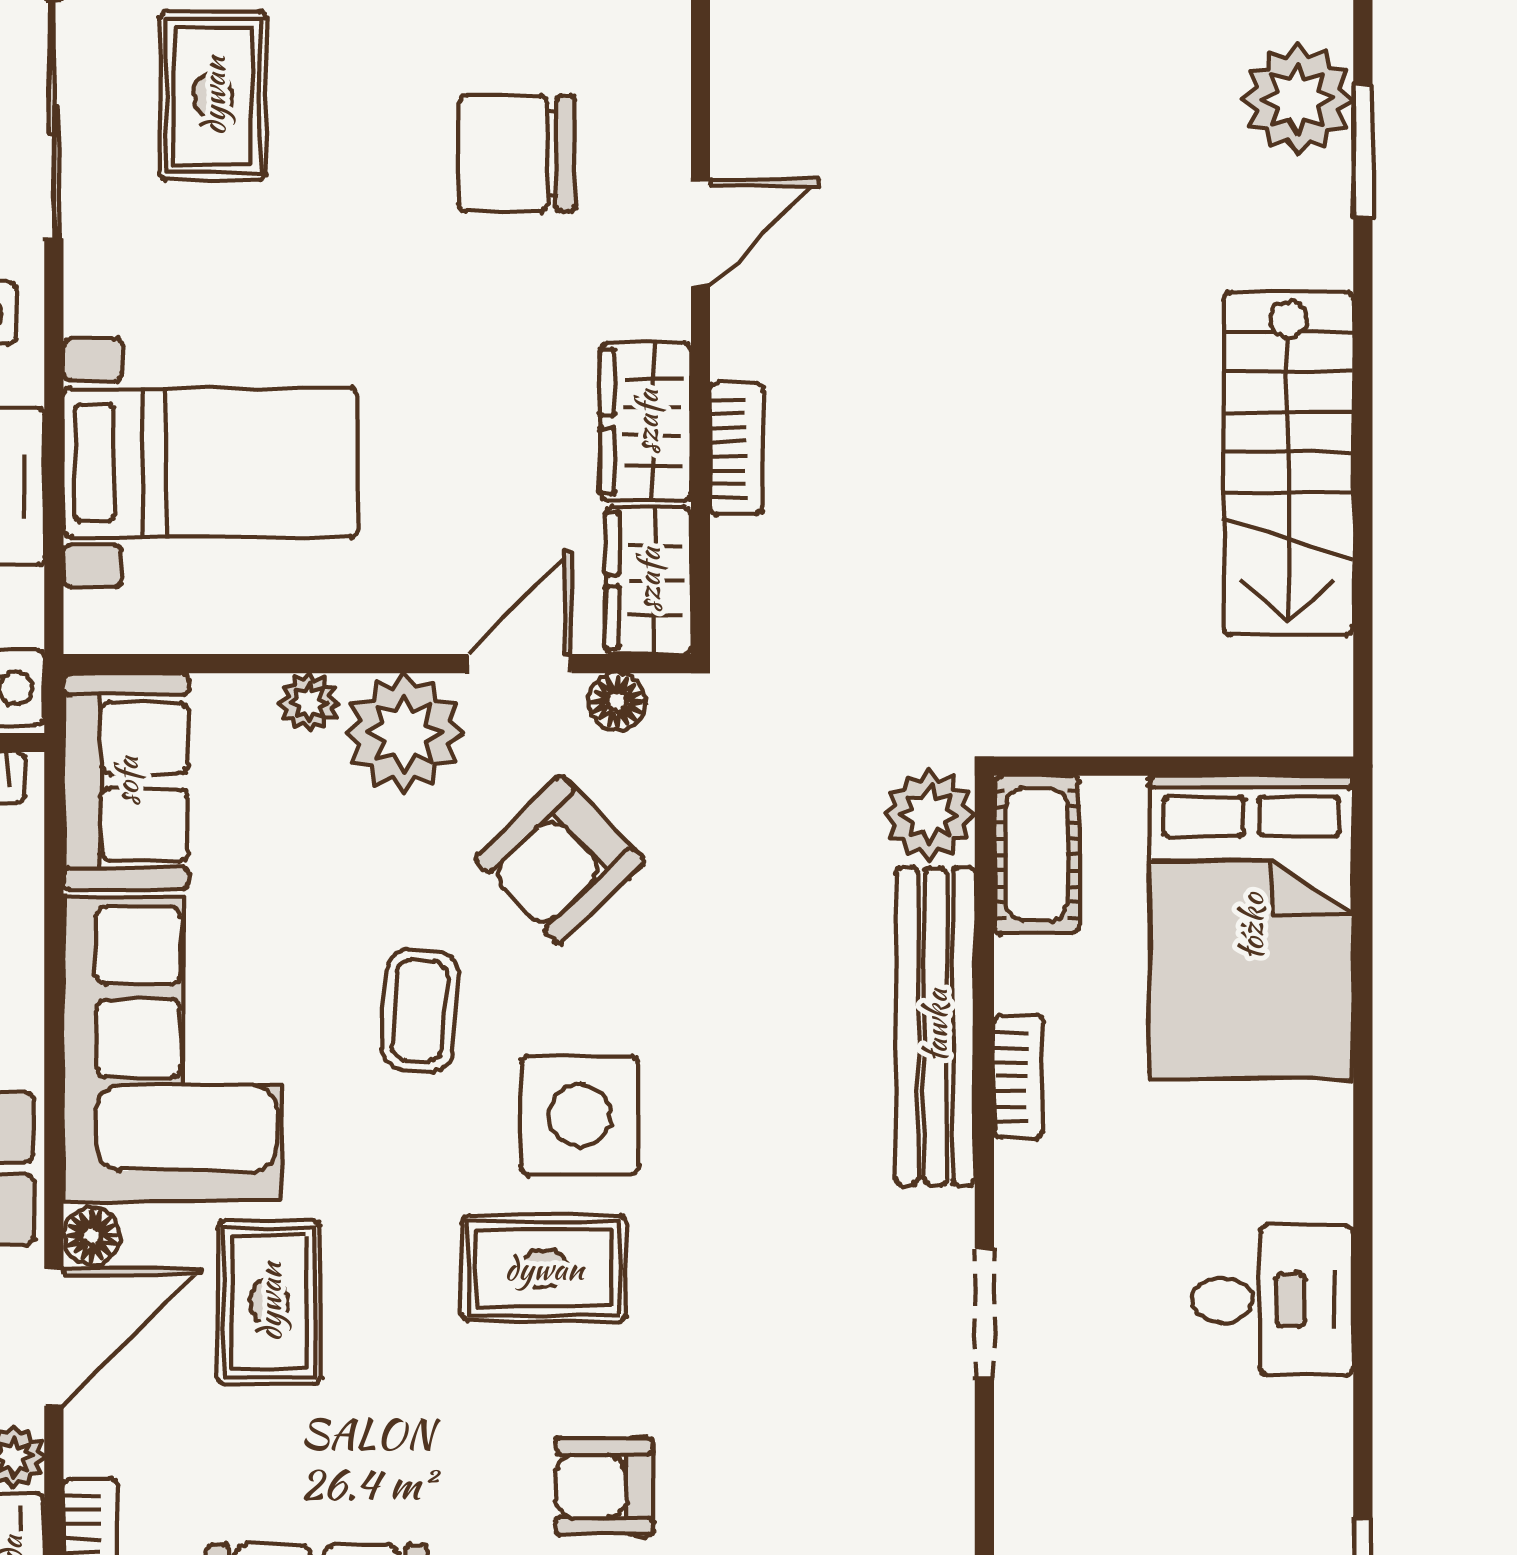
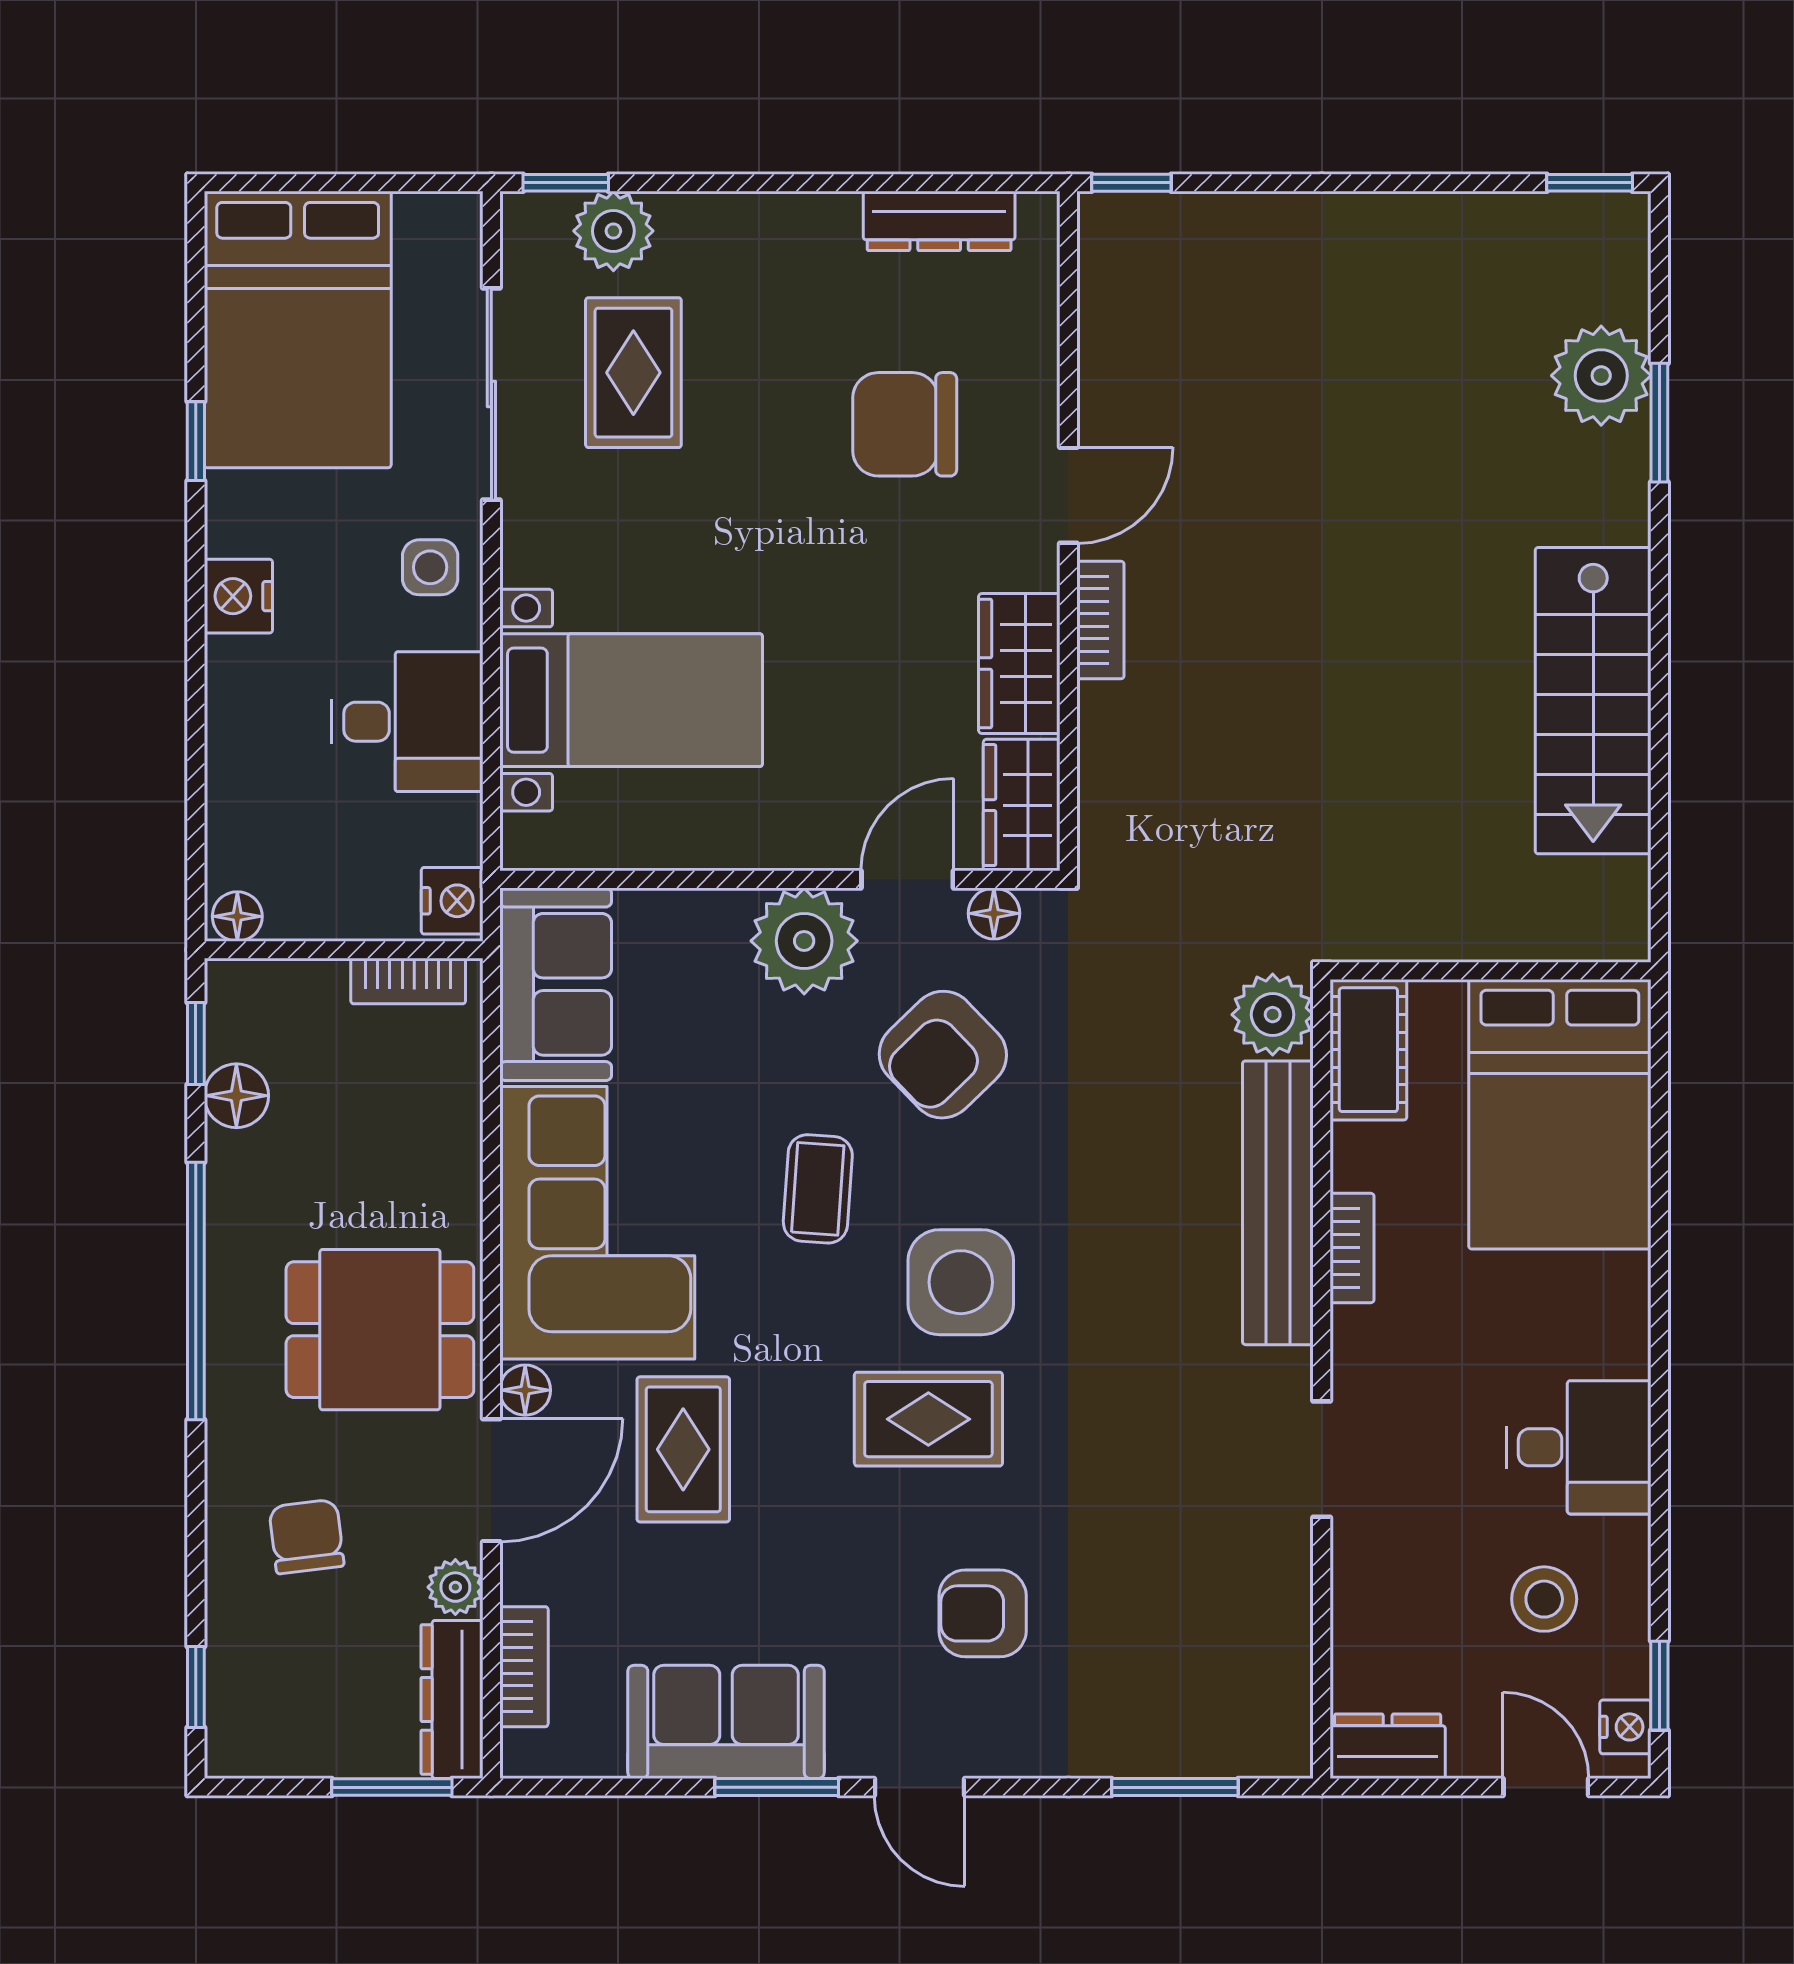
bookcase: (736, 449) -> (1100, 620), moved
plant: (309, 702) -> (719, 914), removed
stool: (1234, 1470) -> (1544, 1599), added

